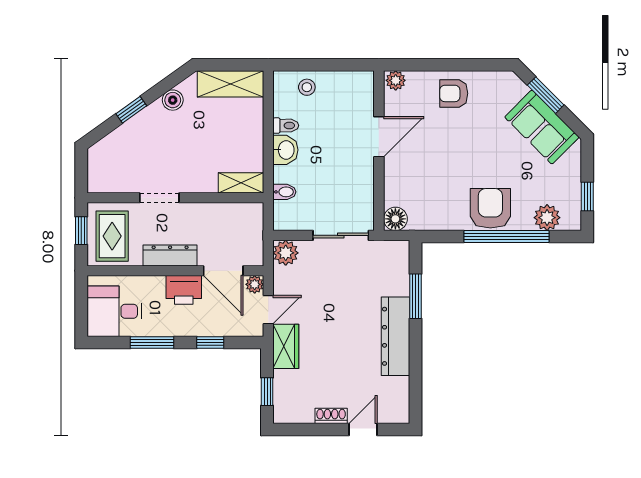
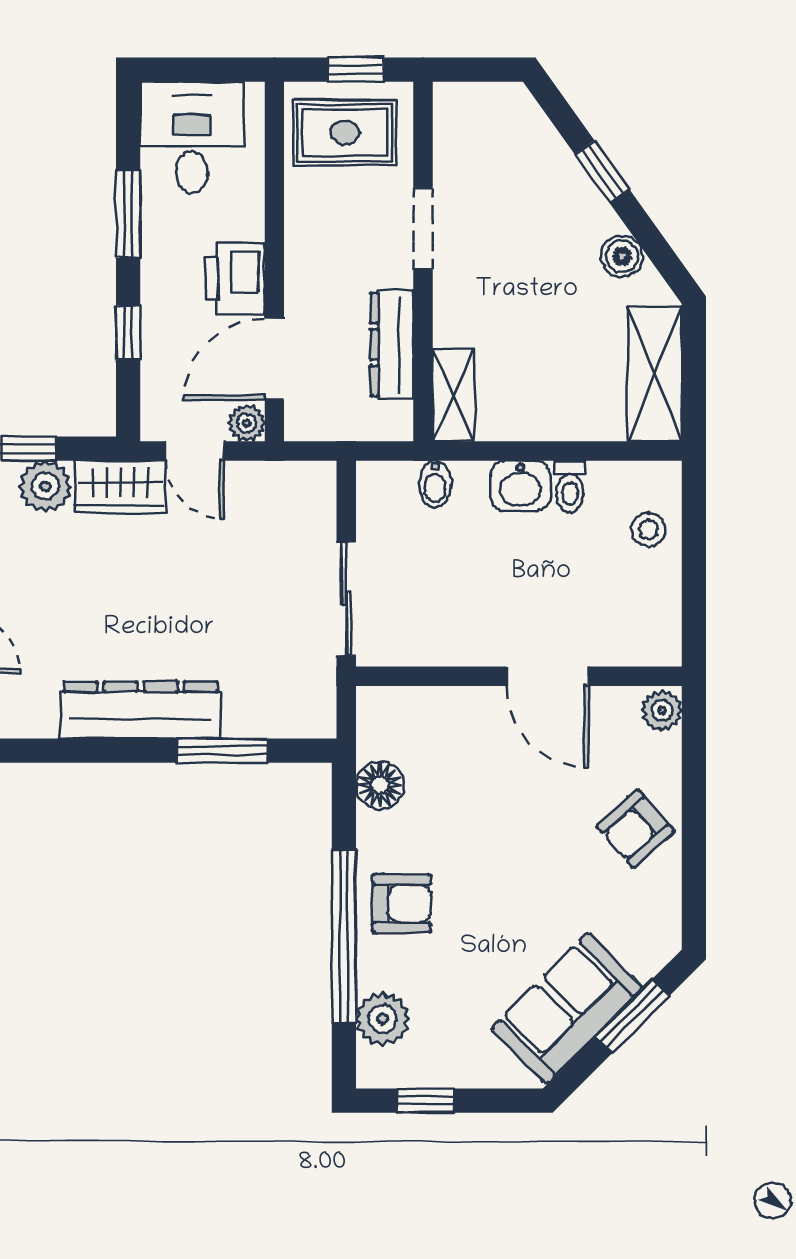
armchair: (454, 93) -> (635, 829), turned -131
armchair: (490, 208) -> (401, 903), width x0.72, depth x0.72
floor lamp: (395, 219) -> (380, 785), moved
plant: (286, 253) -> (45, 486), moved
dresser: (170, 255) -> (392, 344), moved, turned 180

